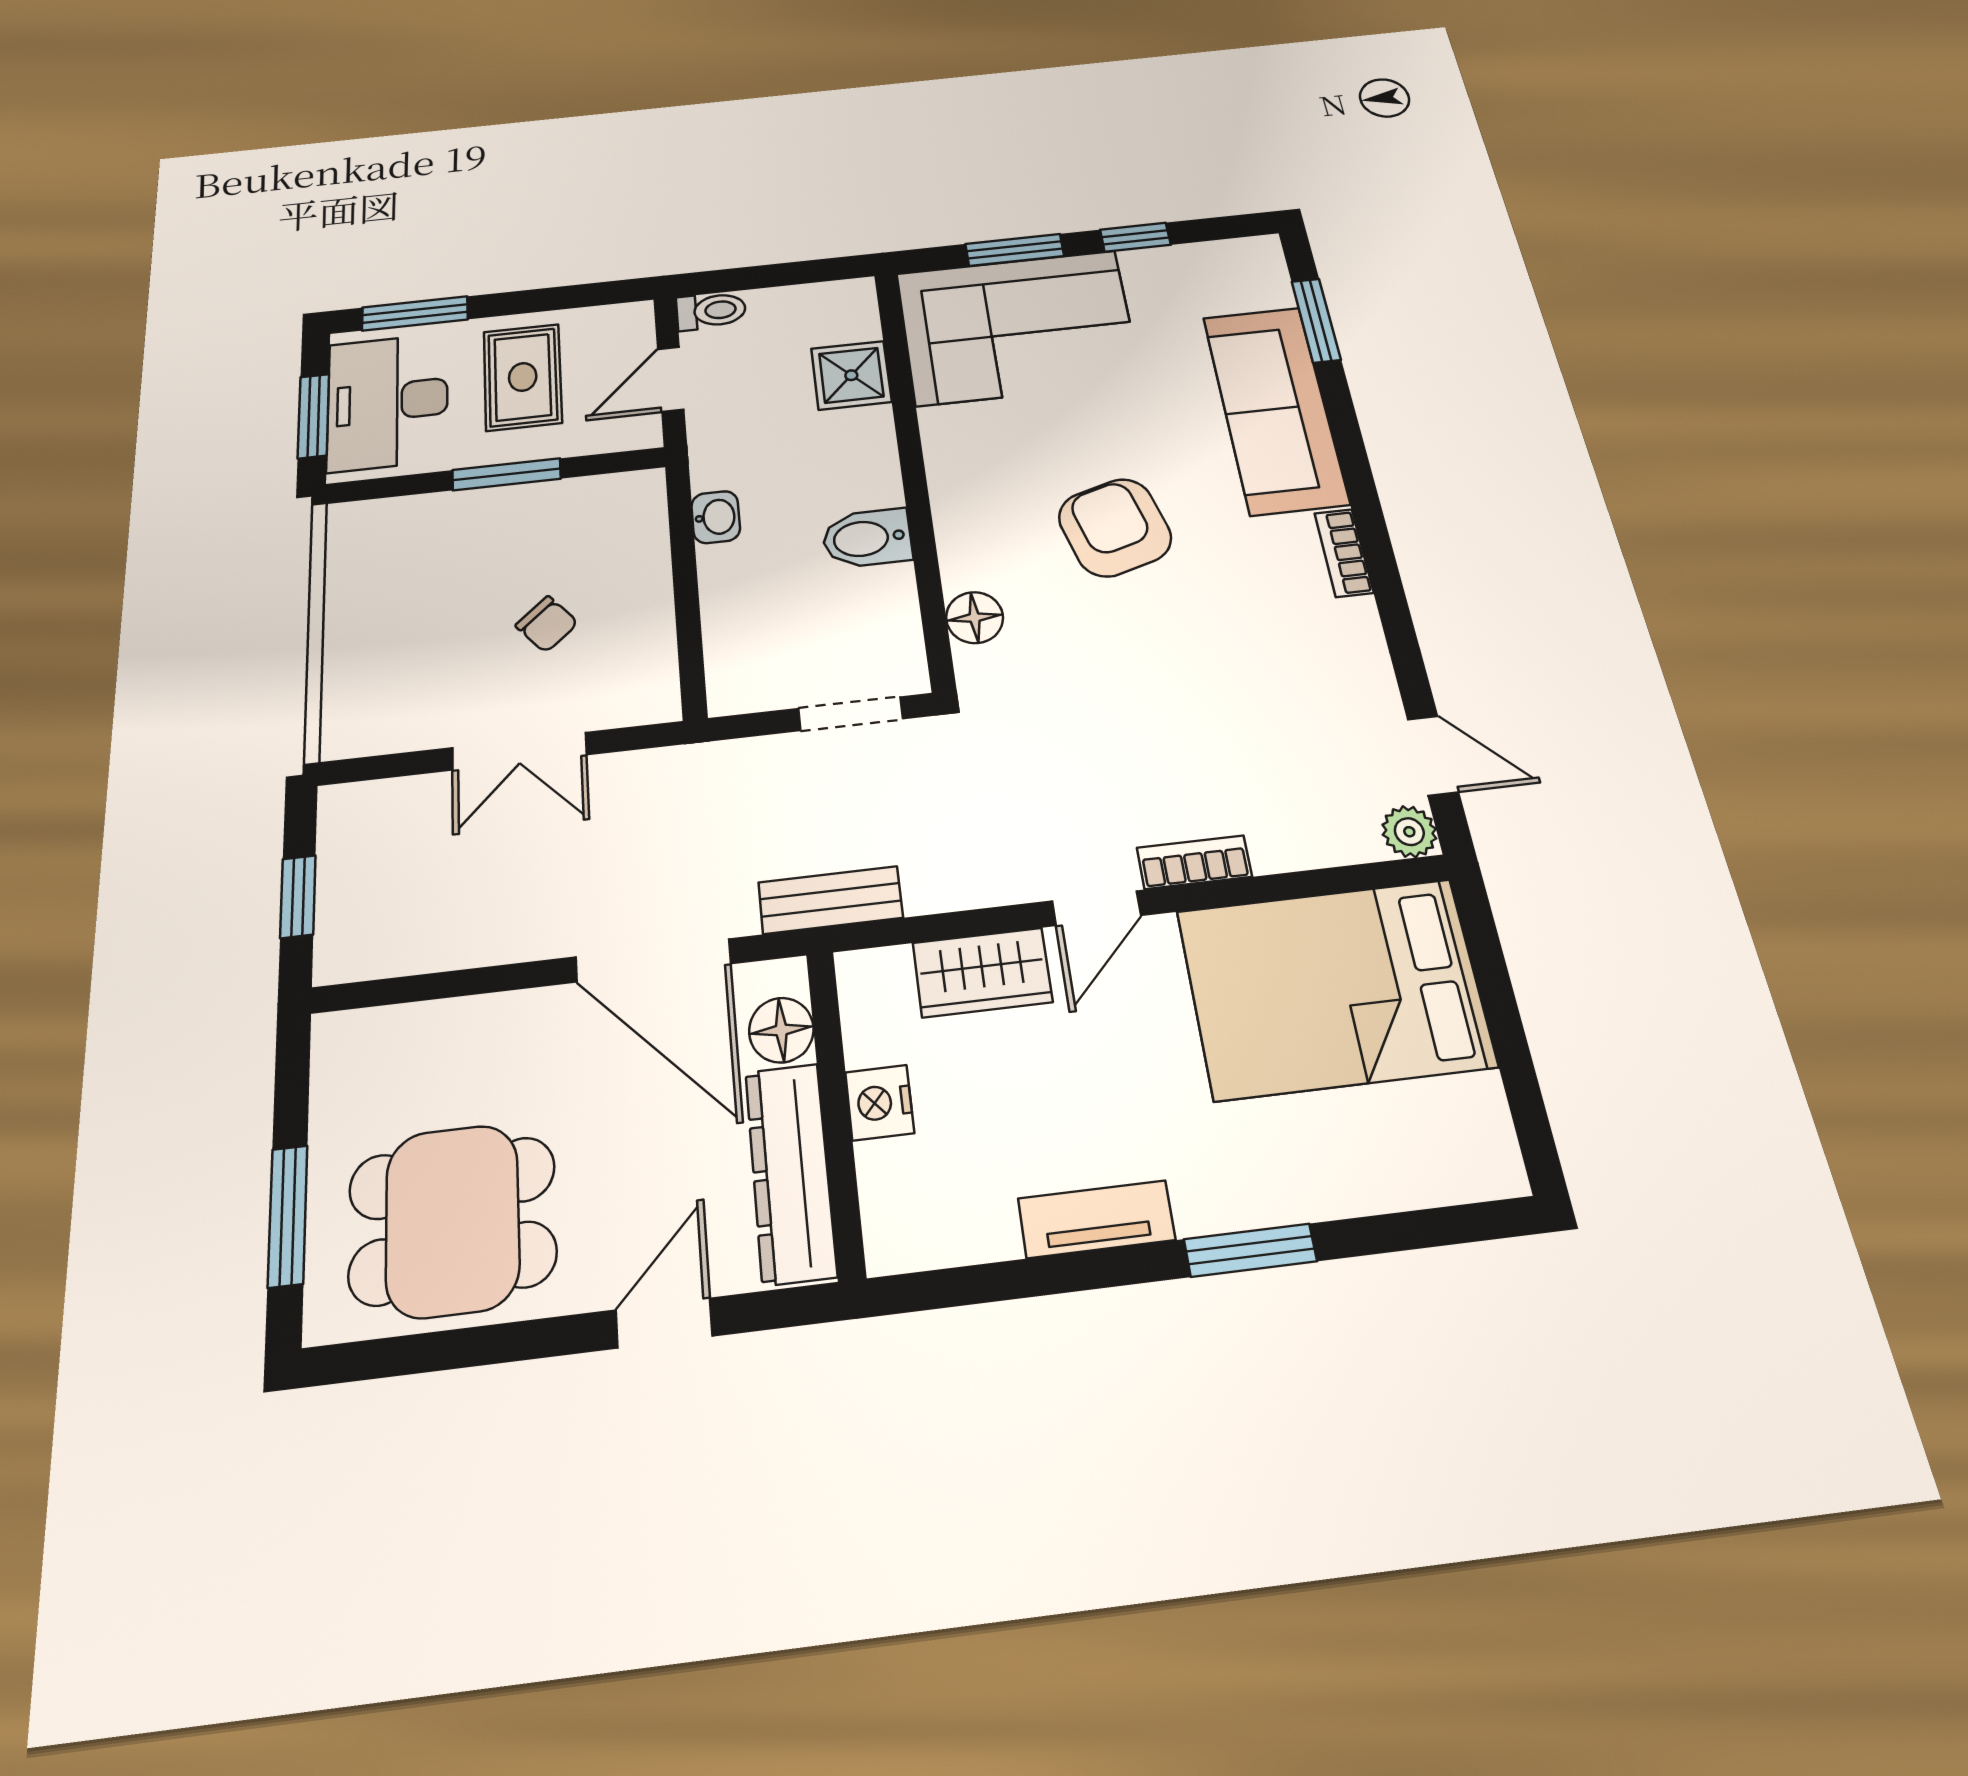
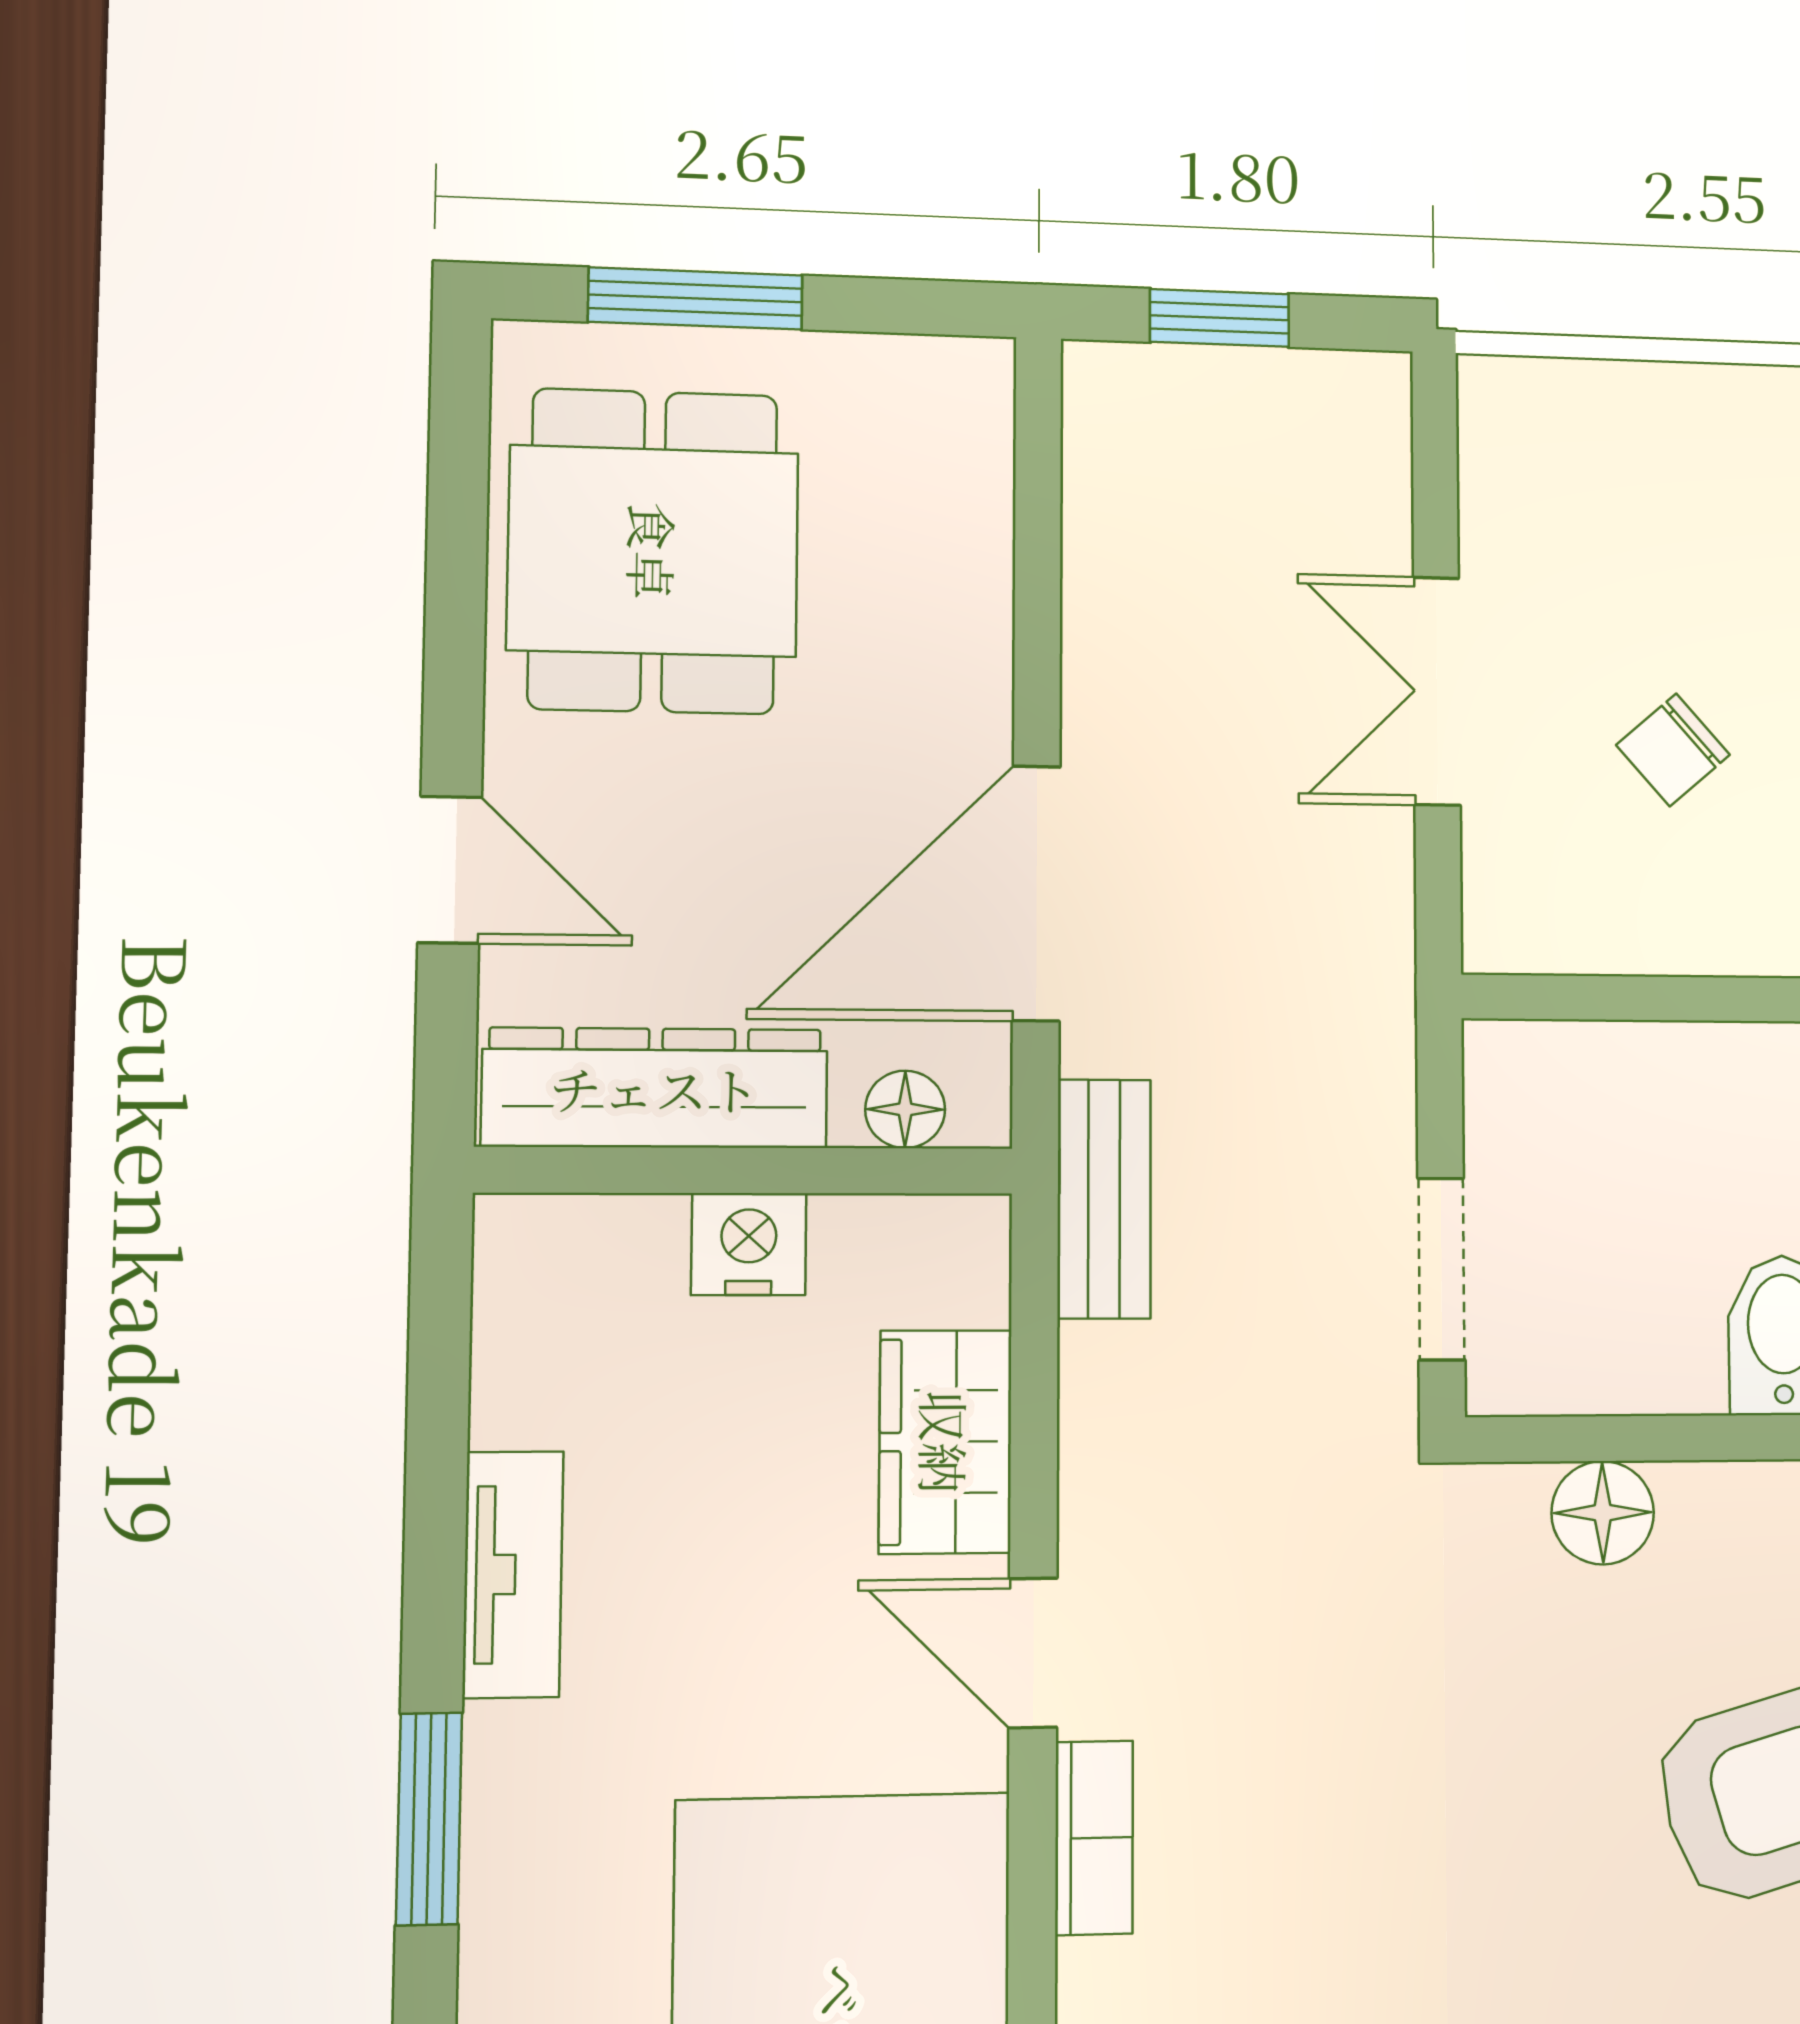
floor lamp: (781, 1030) -> (905, 1109), width x0.73, depth x0.73

